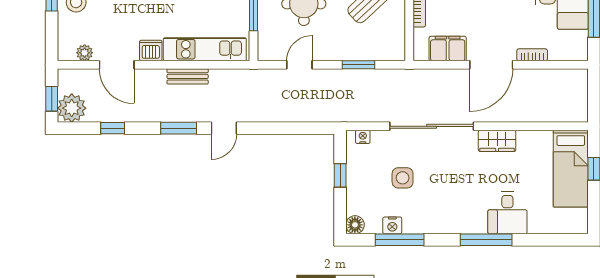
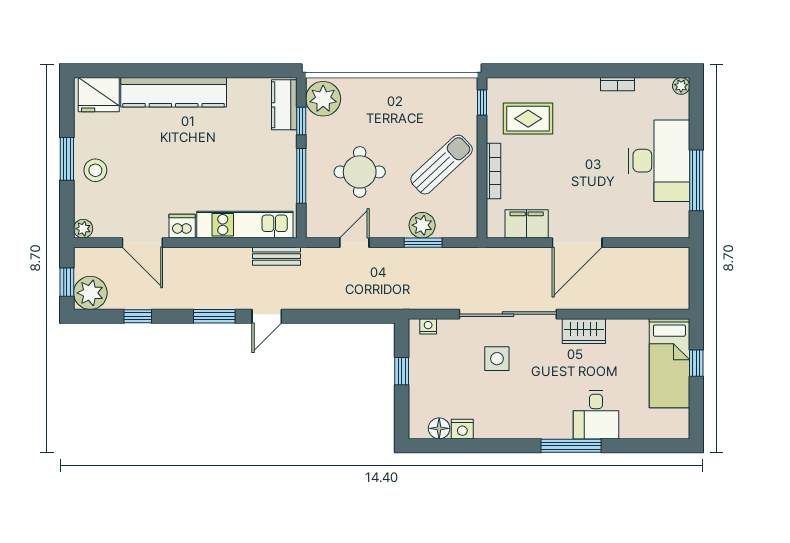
plant: (358, 50) -> (422, 225), added
plant: (85, 53) -> (83, 229), moved
bookcase: (532, 55) -> (625, 231), removed
bench: (188, 76) -> (276, 256), moved
side table: (403, 178) -> (497, 359), moved
floor lamp: (355, 225) -> (439, 428), moved
window: (400, 240) -> (471, 446), removed

